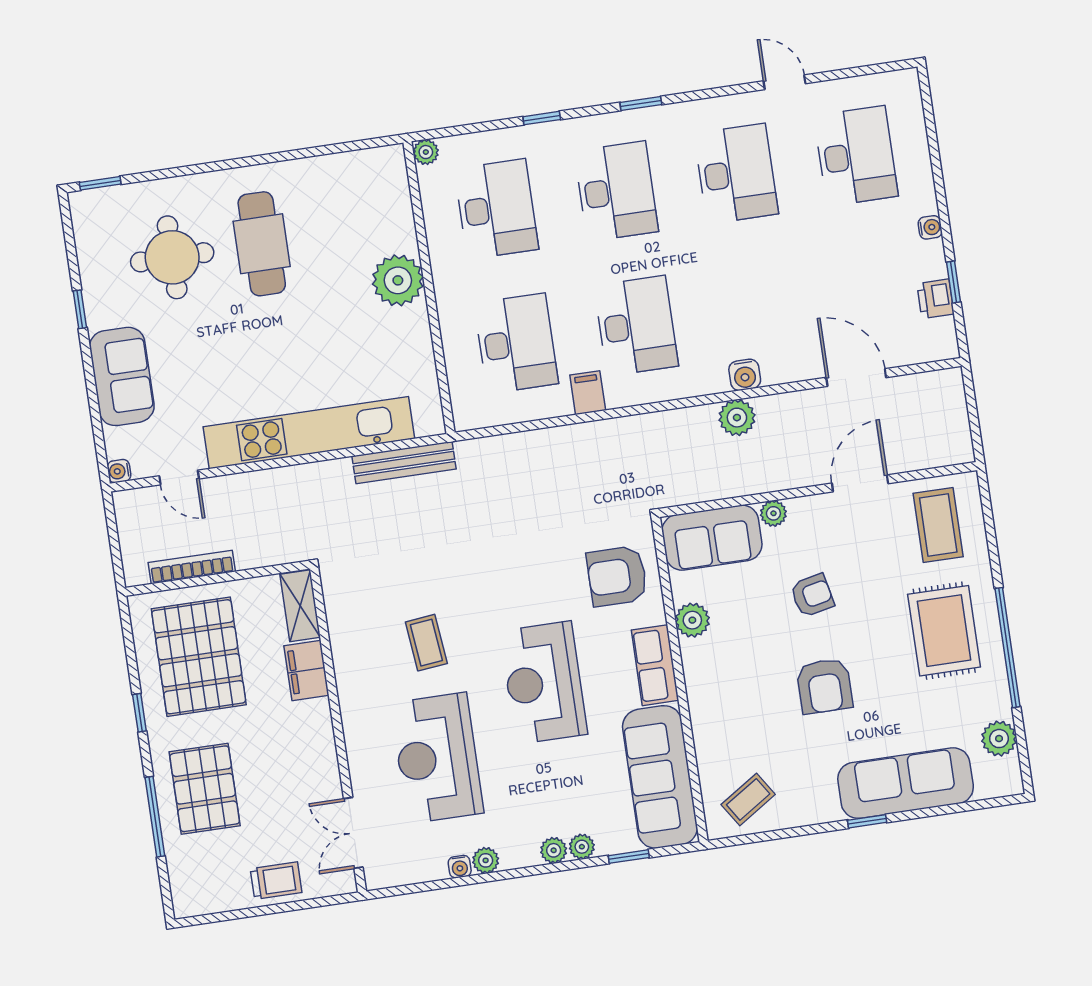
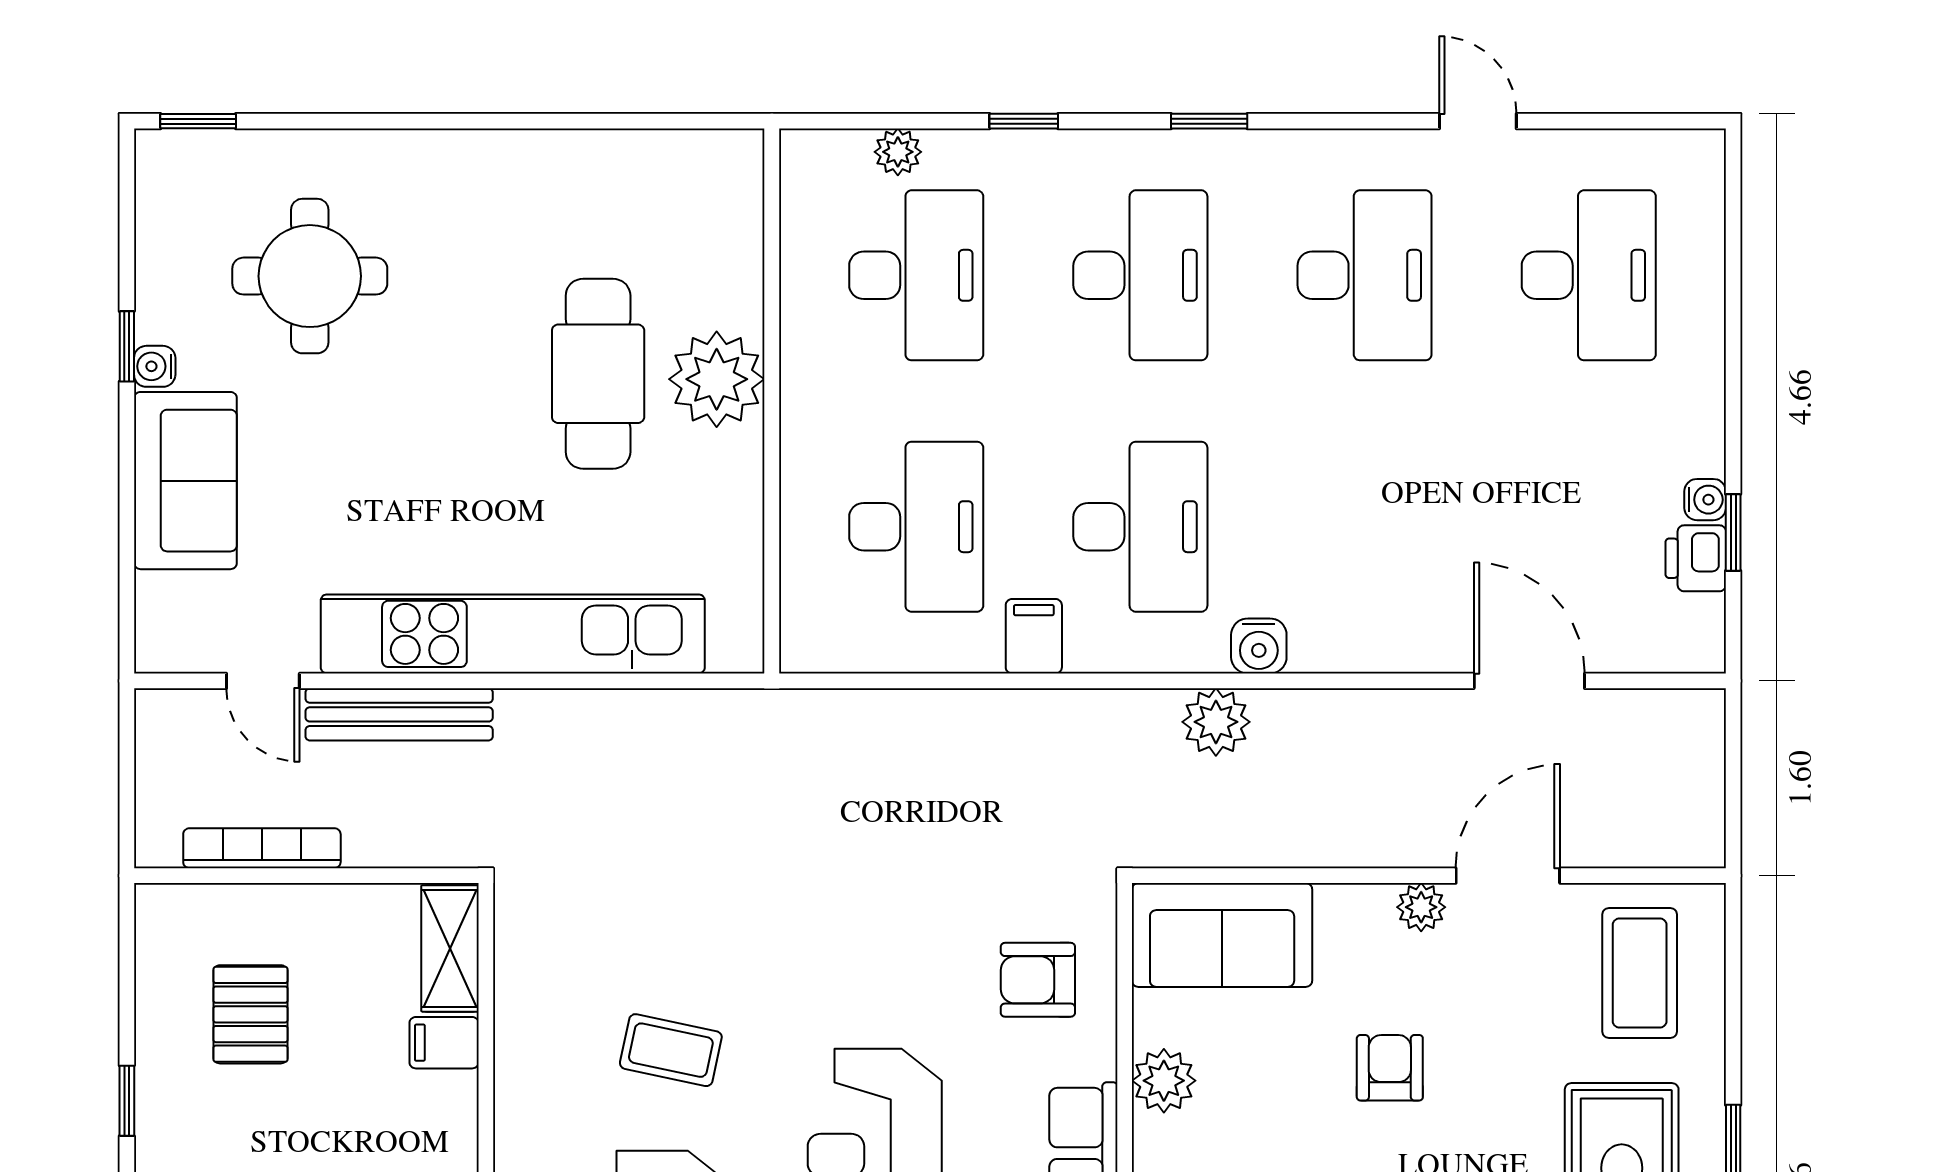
plant: (426, 152) -> (898, 152), moved
water cooler: (930, 227) -> (1705, 500), moved
cafe table: (262, 244) -> (598, 374), moved
water cooler: (745, 375) -> (1259, 646), moved
plant: (737, 418) -> (1216, 722), moved
bench: (404, 463) -> (399, 714), moved
water cooler: (119, 471) -> (155, 366), moved
plant: (773, 513) -> (1421, 907), moved
armchair: (617, 576) -> (1038, 980), width x0.72, depth x0.72
armchair: (812, 595) -> (1390, 1068), turned -78
coffee table: (426, 643) -> (671, 1050), turned -72
pallet: (199, 657) -> (250, 1014), width x0.49, depth x0.50
filing cabinet: (306, 670) -> (444, 1043), width x0.50

